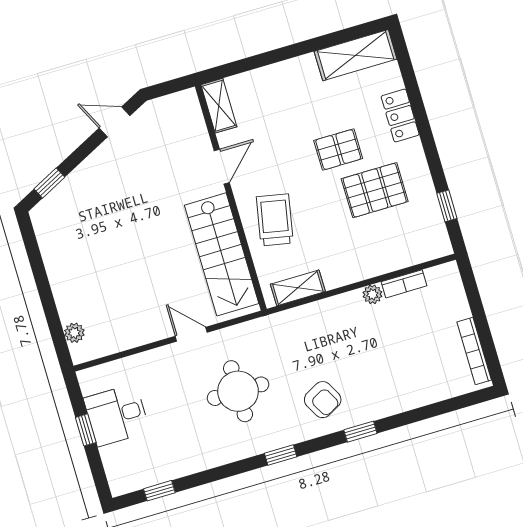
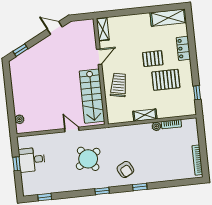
shelving: (298, 288) -> (145, 115), moved
round table: (238, 391) -> (88, 159), turned -35

